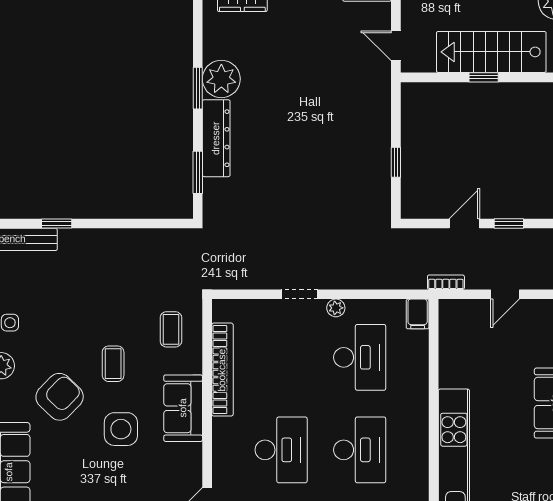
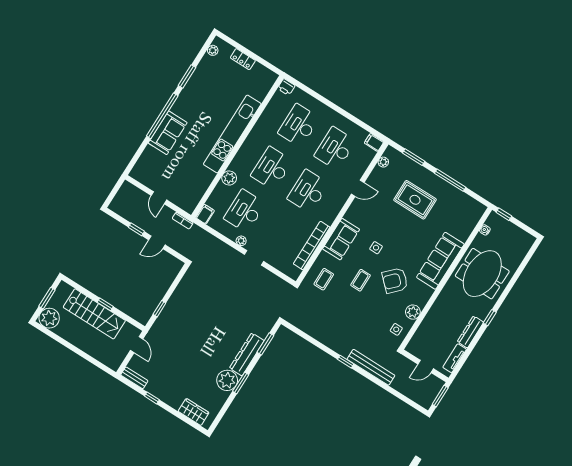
window: (396, 162) -> (159, 309), moved
door: (505, 294) -> (159, 198), swing flipped
plant: (416, 393) -> (229, 178), added
side table: (121, 429) -> (376, 248), width x0.54, depth x0.54

